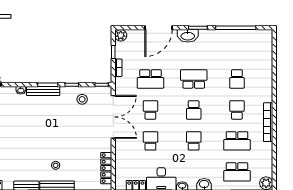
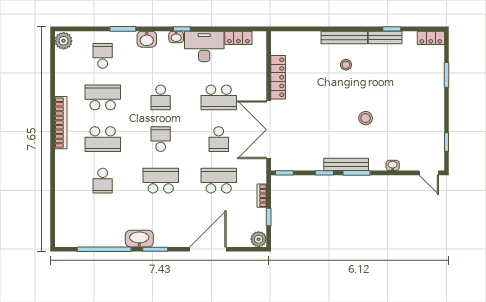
washbasin: (188, 36) -> (139, 239), moved
school desk: (194, 79) -> (161, 181), turned 180
school desk: (237, 79) -> (103, 181), turned 180
bench: (43, 91) -> (346, 164), moved
stool: (82, 99) -> (366, 118), moved
school desk: (237, 110) -> (103, 139), width x1.85
school desk: (150, 141) -> (219, 97), width x1.85
locker: (106, 168) -> (278, 77), moved
school desk: (237, 172) -> (103, 56), width x0.54

